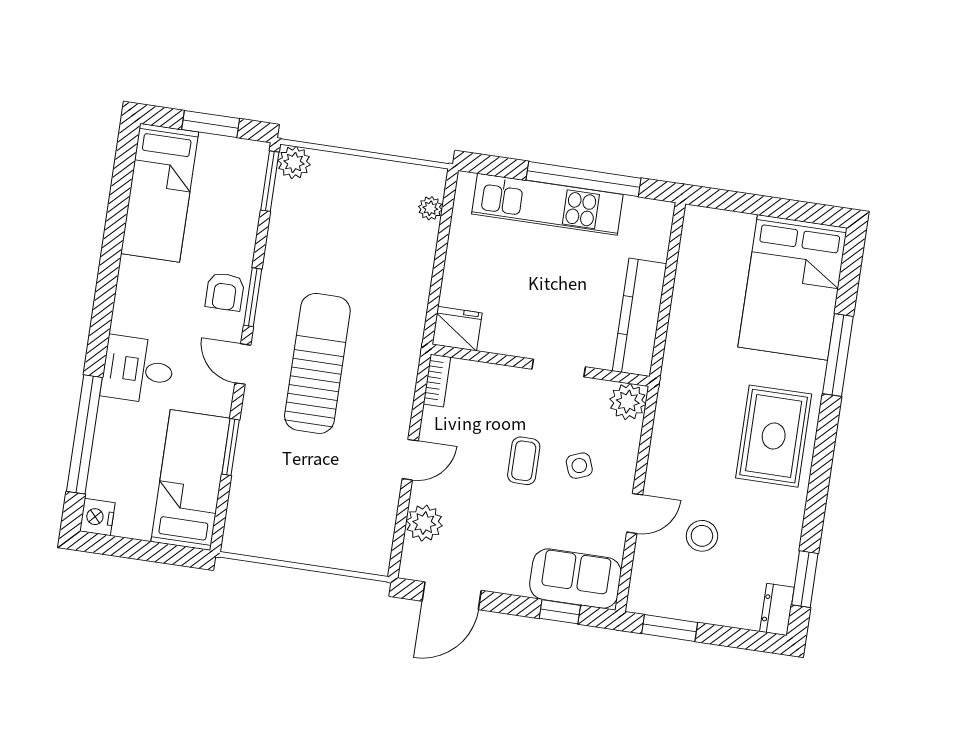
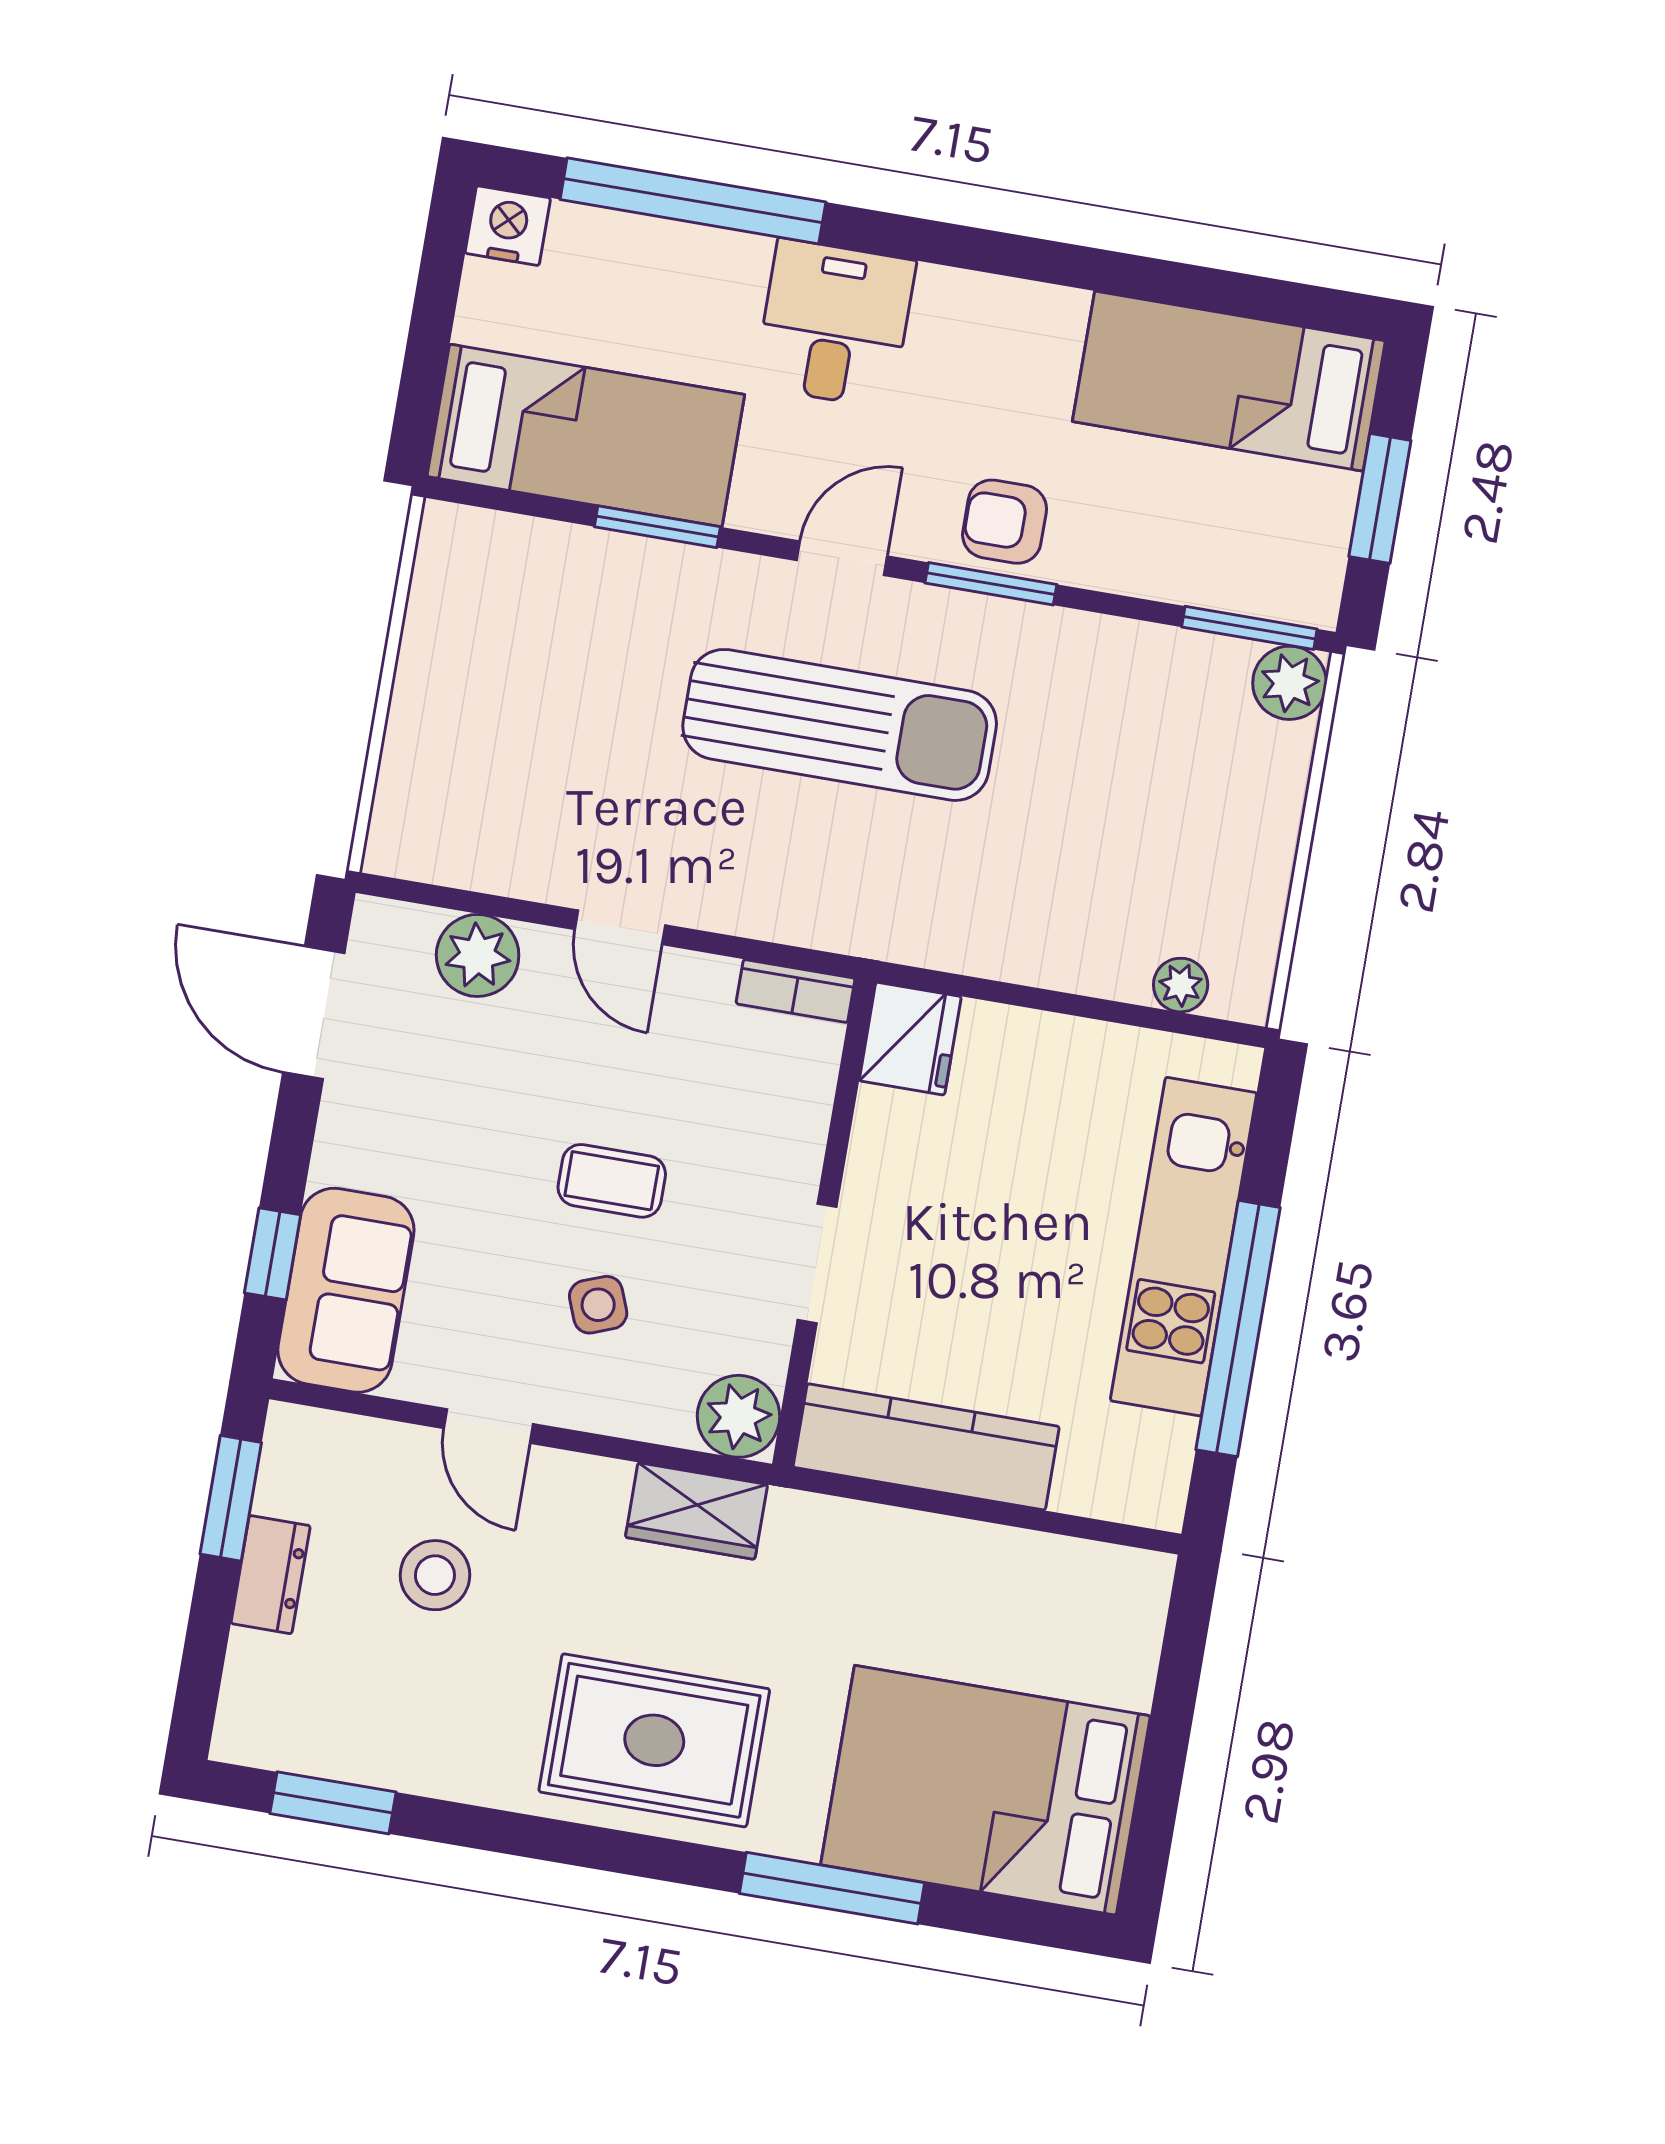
wardrobe: (671, 420) -> (696, 1511), added
dresser: (777, 609) -> (271, 1575), moved, turned 90

